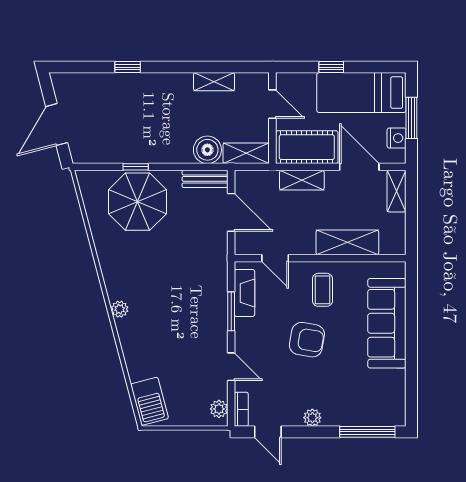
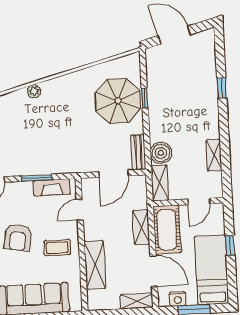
door: (359, 167) -> (154, 271), hinge flipped

